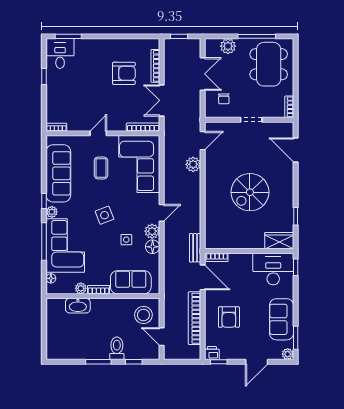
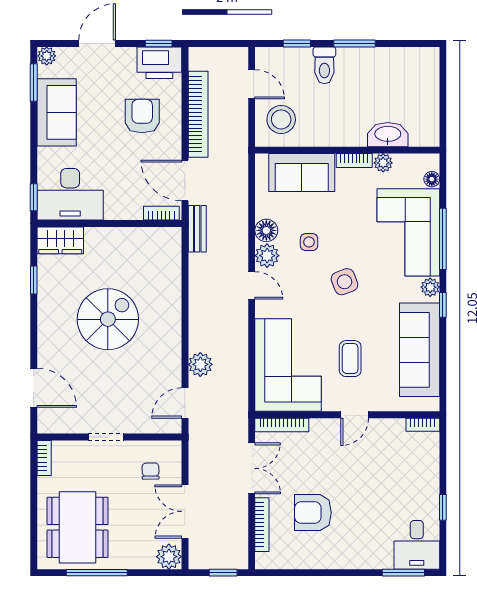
plant: (228, 46) -> (169, 557), moved
door: (162, 213) -> (252, 285), swing flipped
printer: (212, 353) -> (159, 63), width x1.87, depth x1.48

